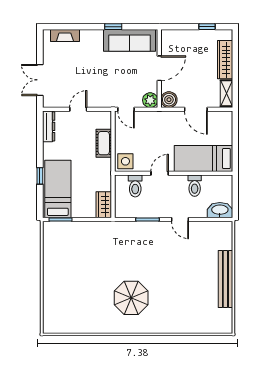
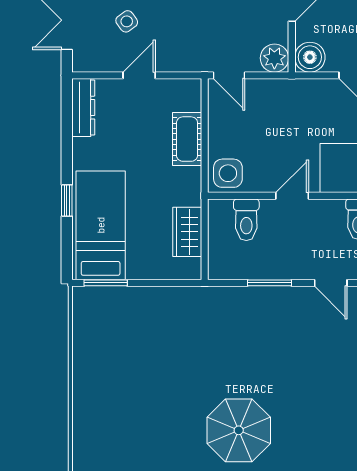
side table: (72, 81) -> (127, 21), added
wardrobe: (104, 205) -> (187, 232), moved

